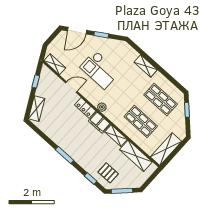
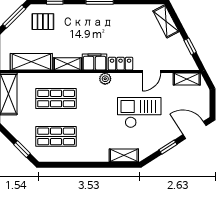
door: (77, 31) -> (195, 130), hinge flipped
shelving: (146, 66) -> (124, 155), moved

